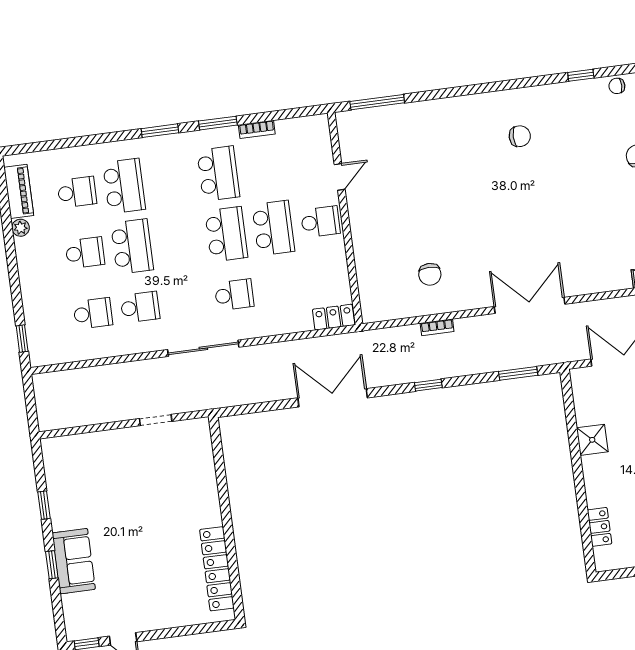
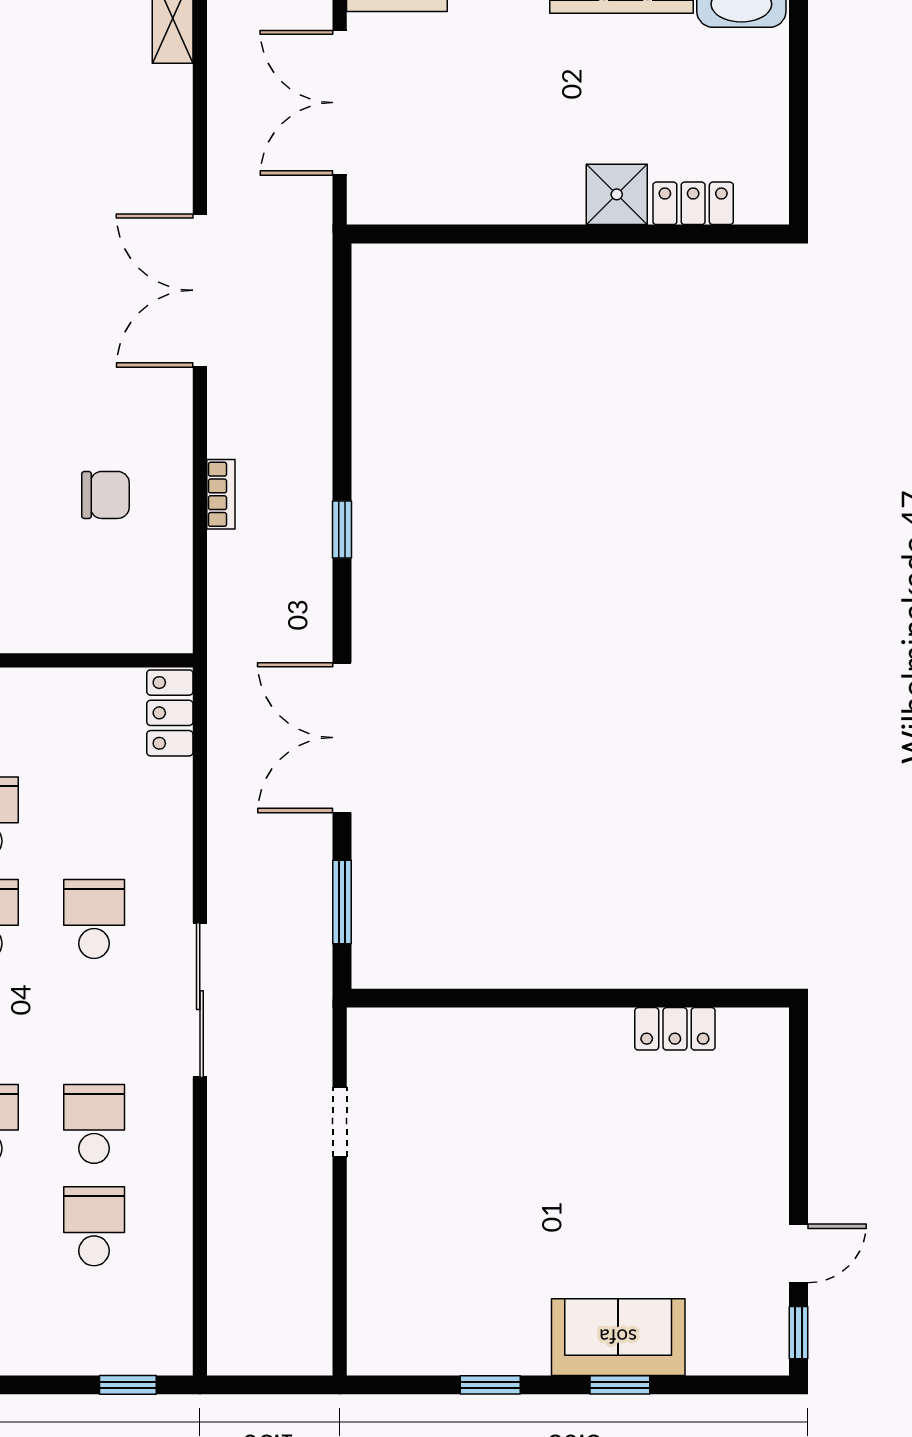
window: (518, 373) -> (342, 902), moved
shower: (592, 440) -> (617, 194), moved
locker: (217, 569) -> (675, 1029), width x0.46, depth x0.83

